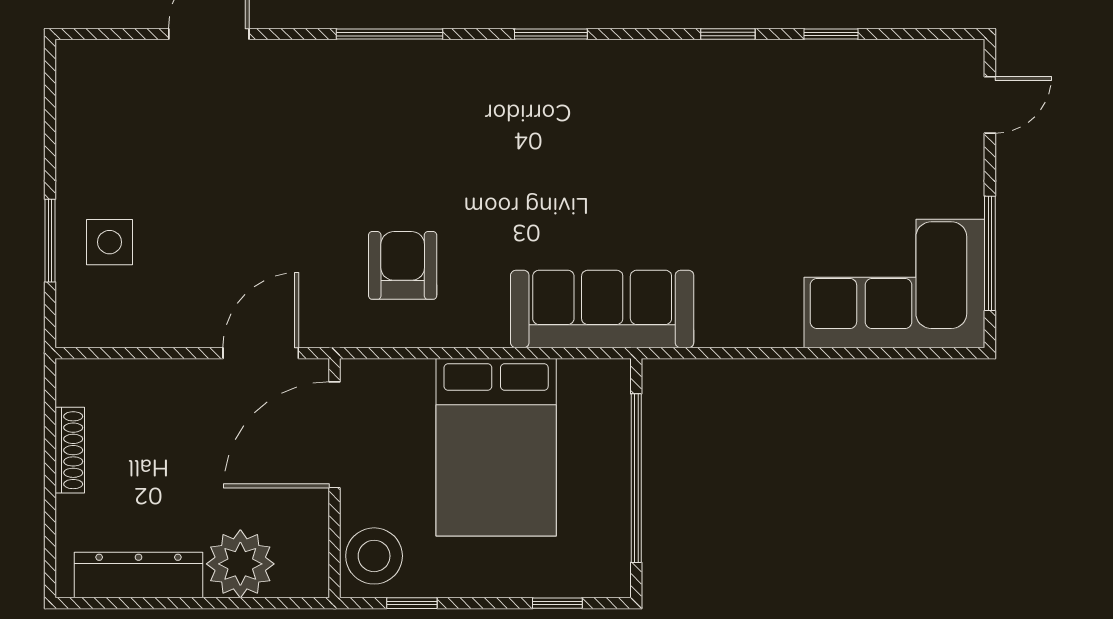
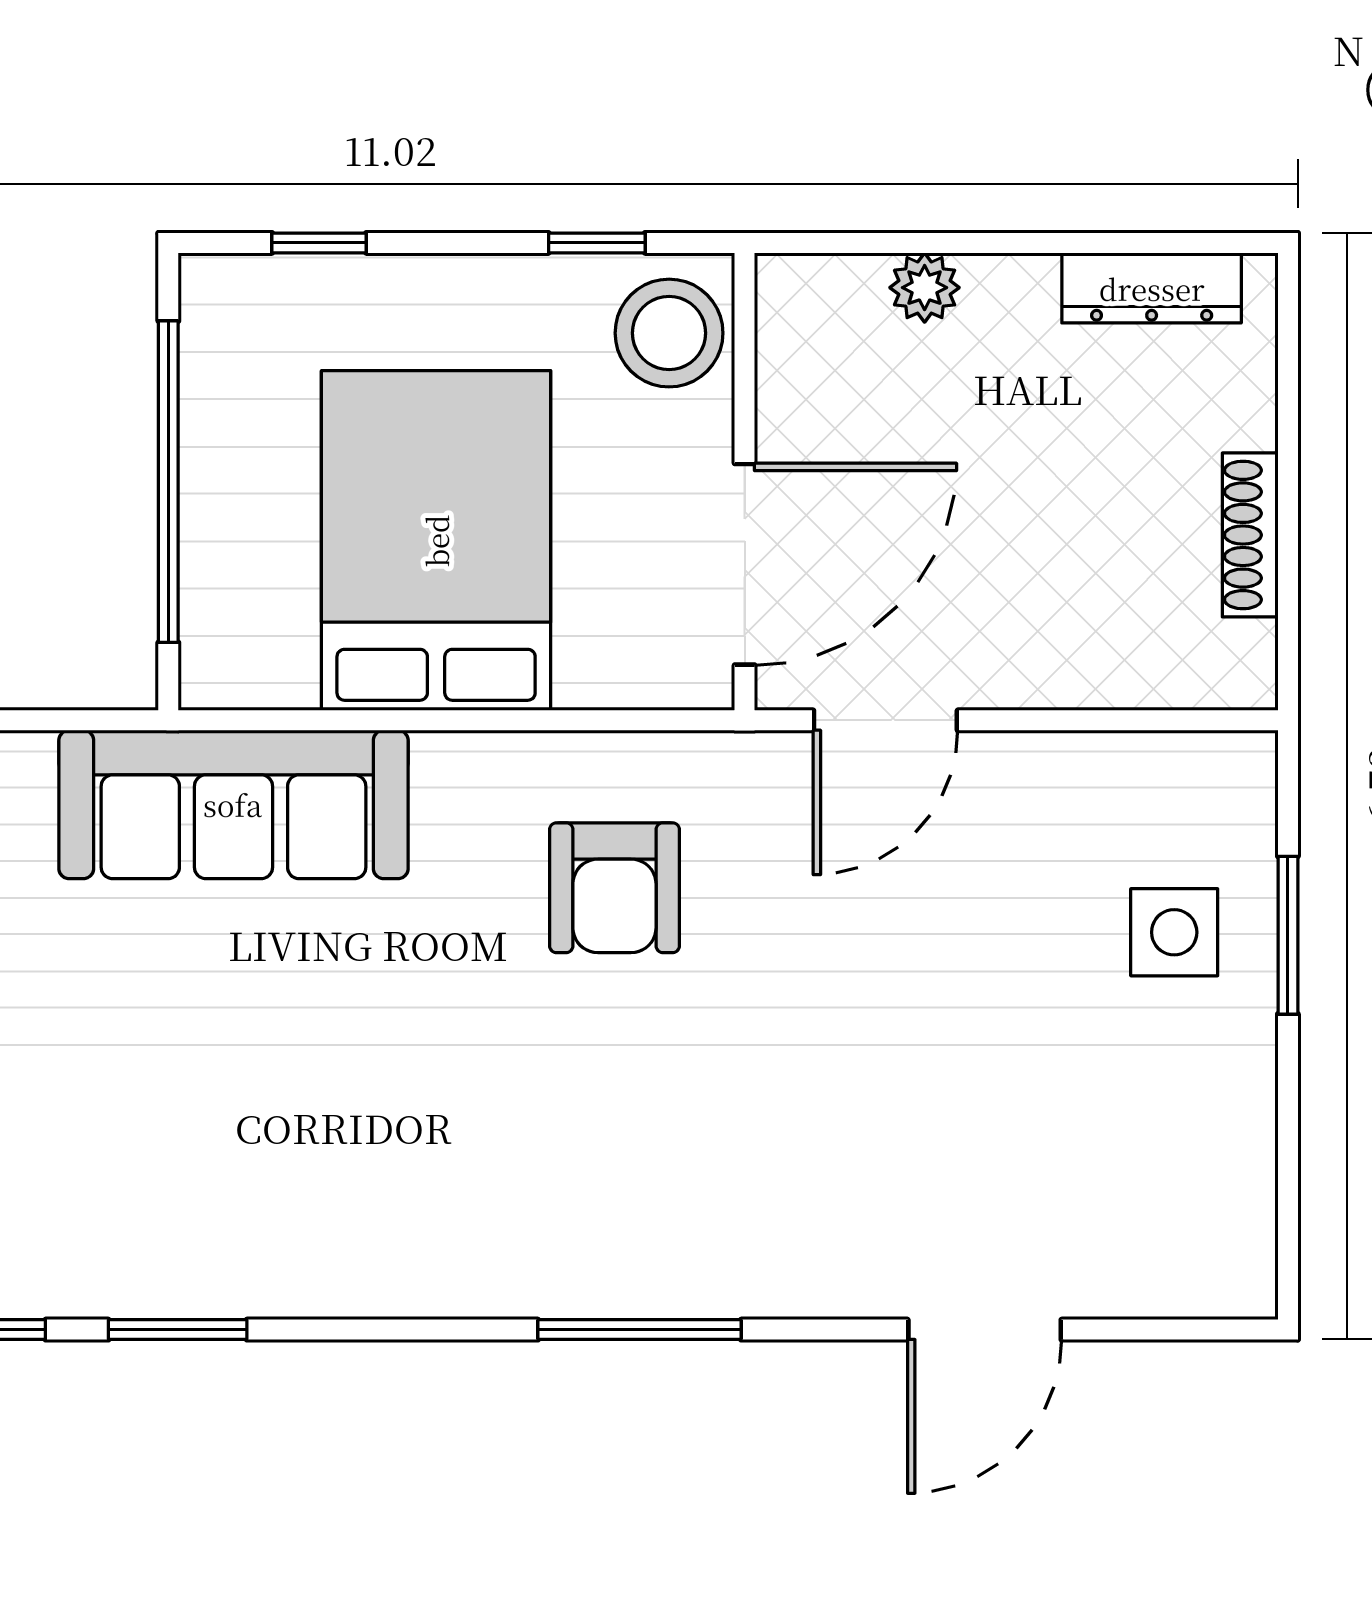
window: (551, 34) -> (178, 1330), moved
plant: (240, 564) -> (925, 288), width x0.53, depth x0.53
dresser: (139, 575) -> (1152, 288), width x0.73, depth x0.80

